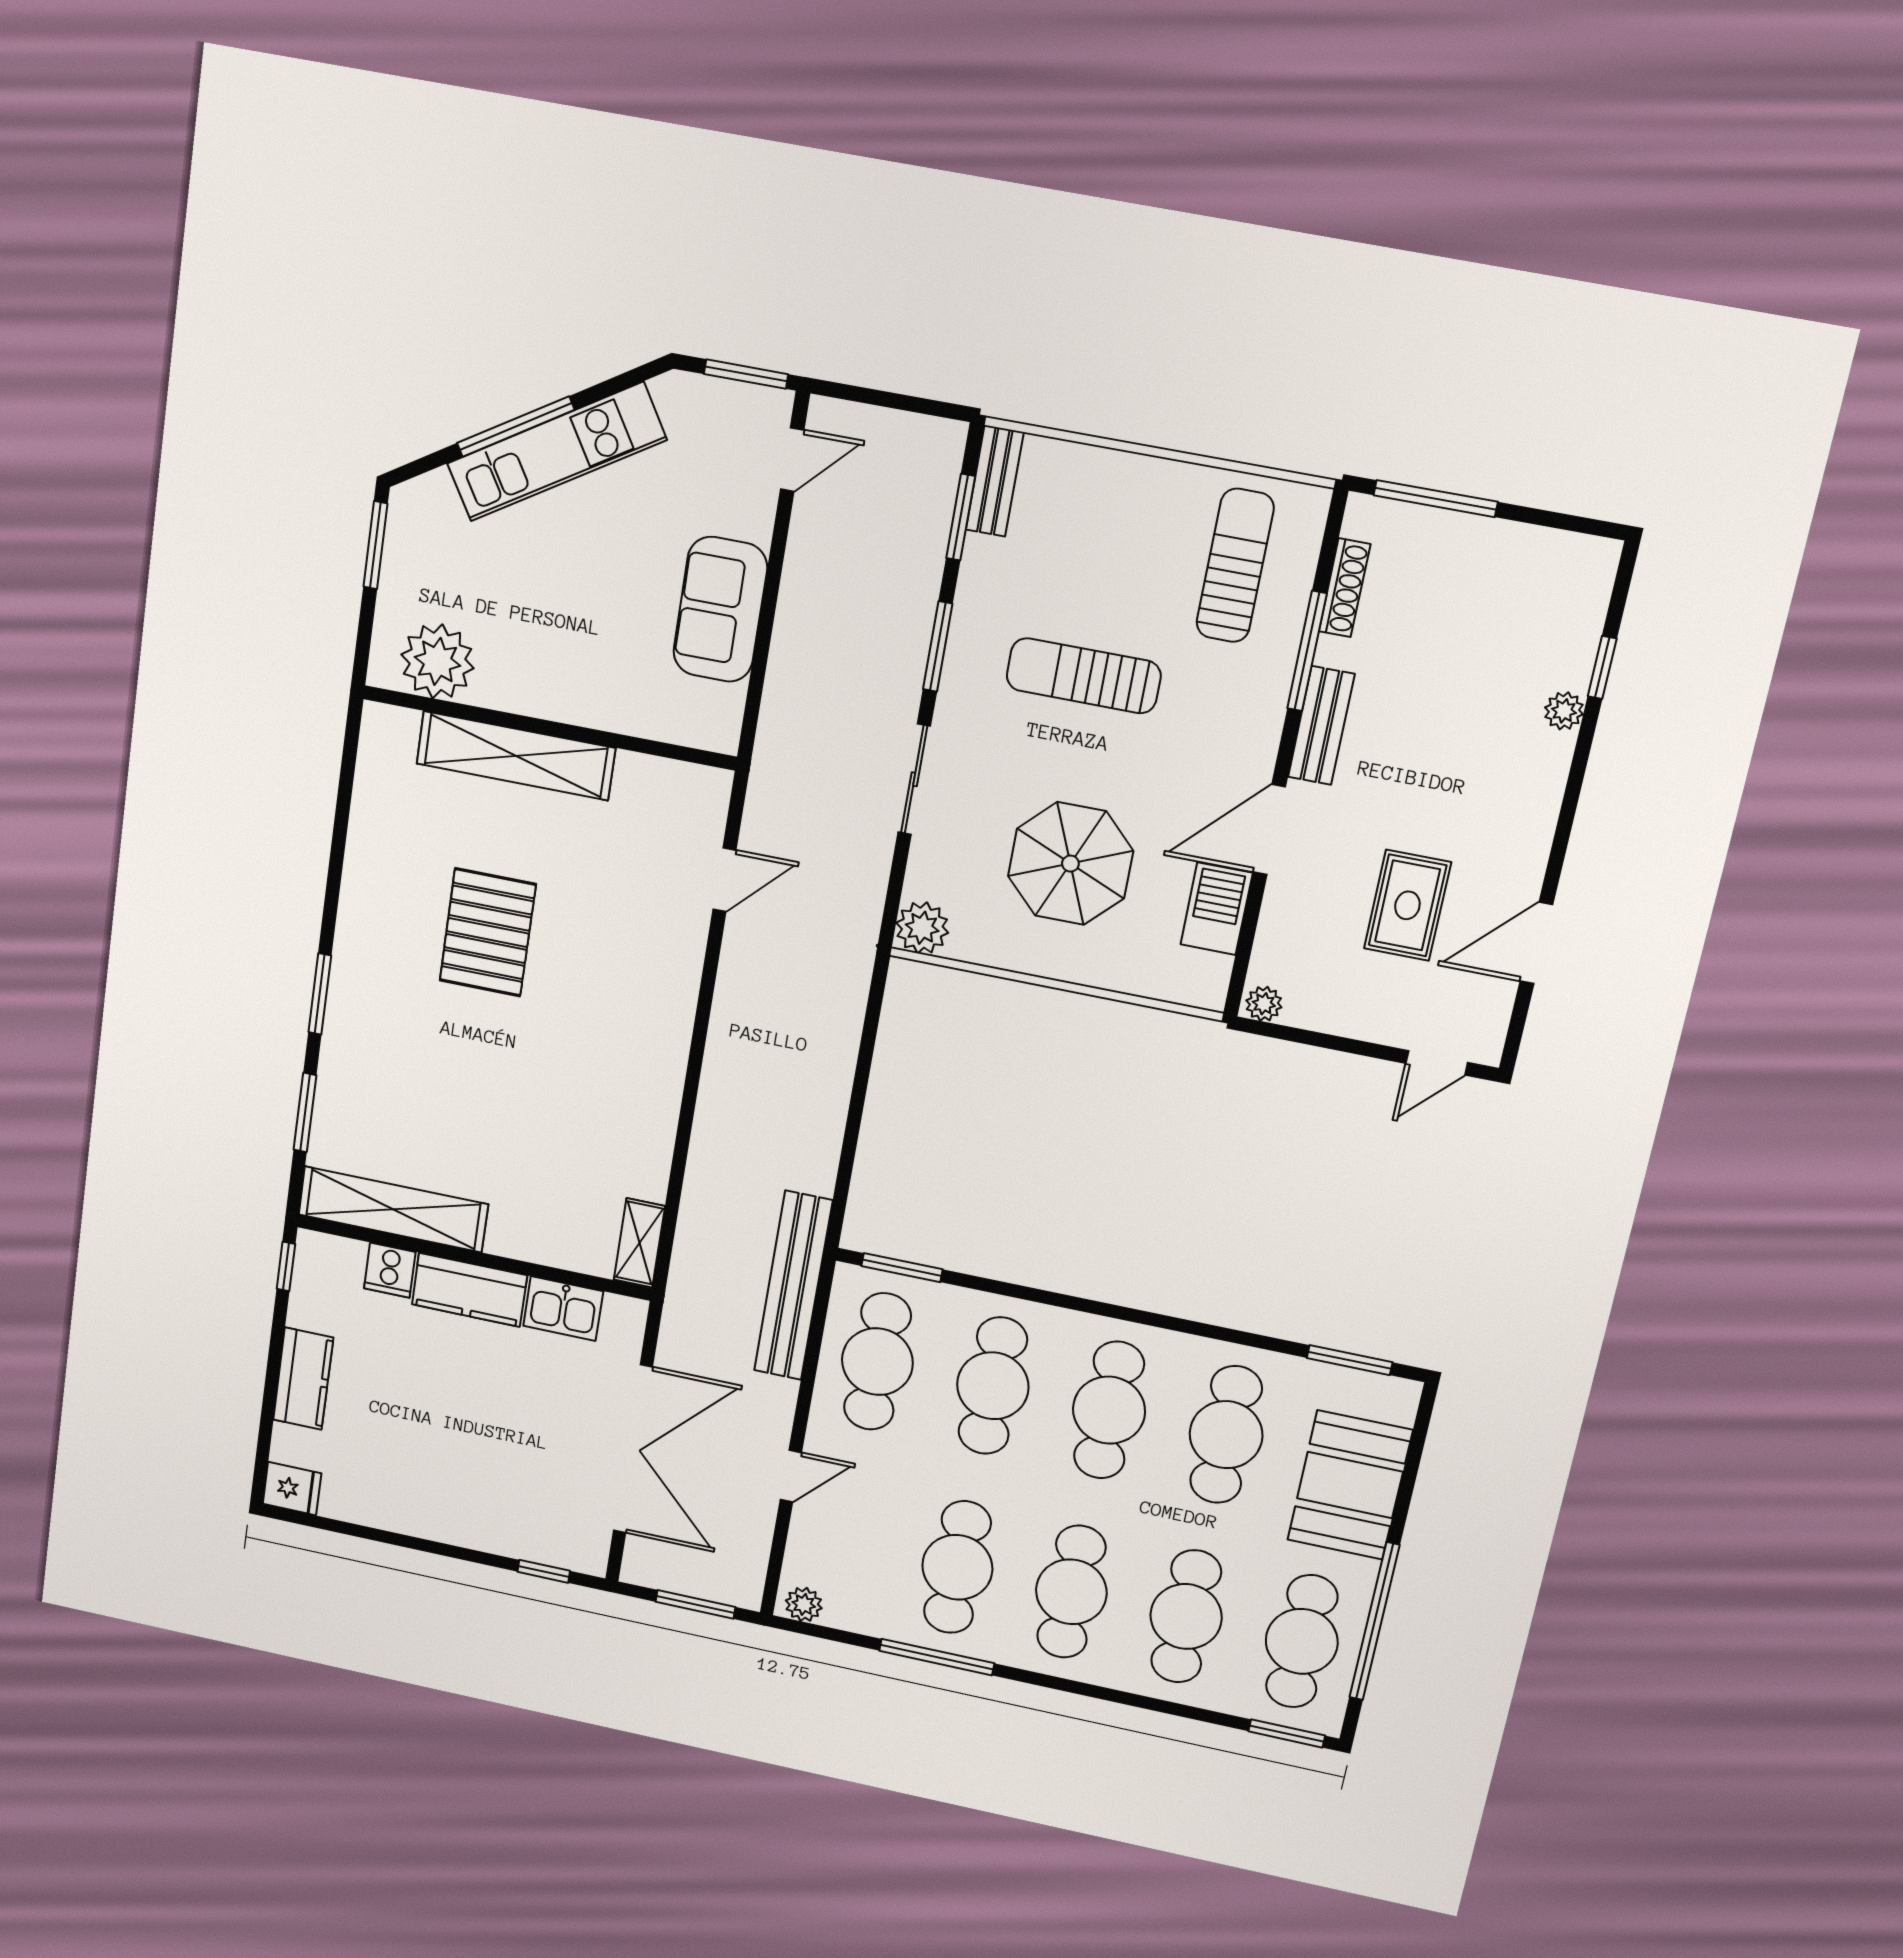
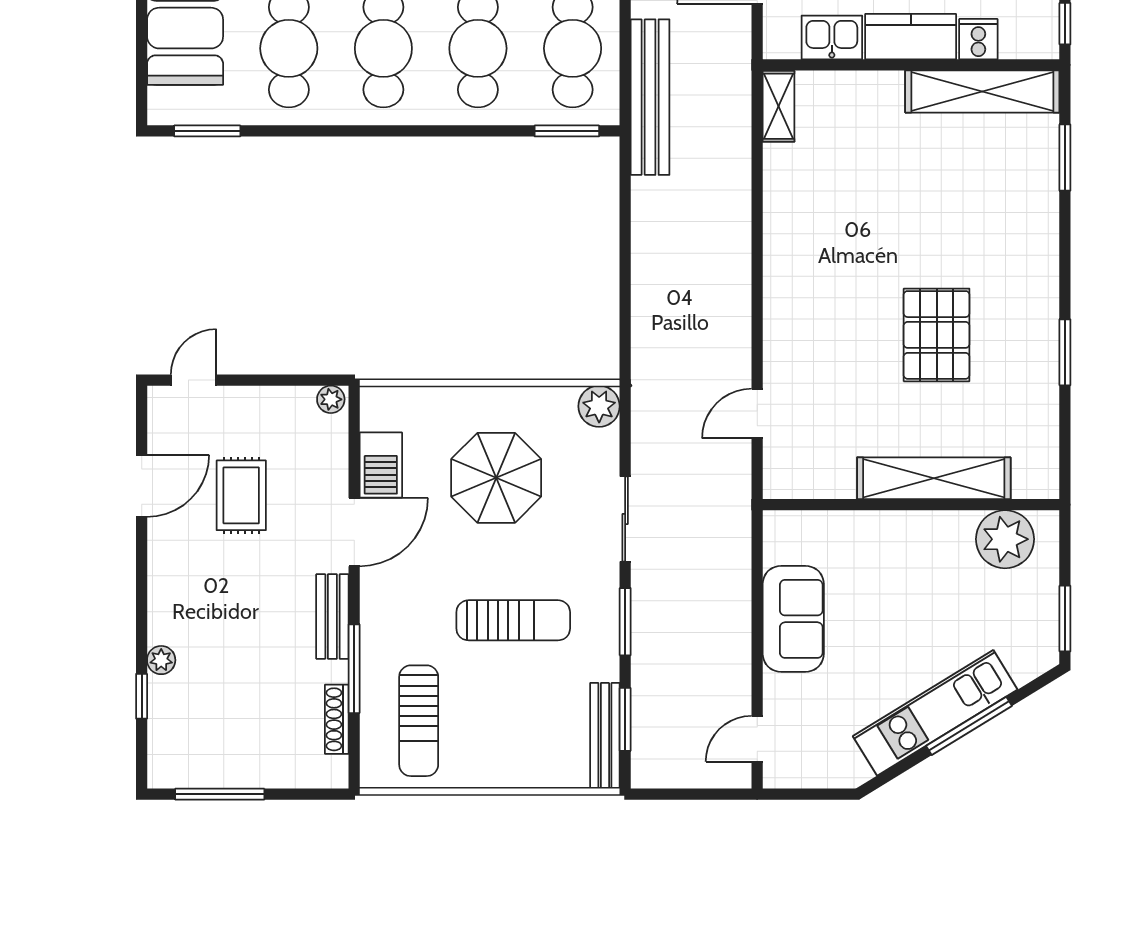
window: (746, 374) -> (801, 794), removed
bench: (995, 481) -> (605, 736), width x1.36
window: (1436, 499) -> (220, 794), moved
window: (320, 994) -> (1065, 352), moved

